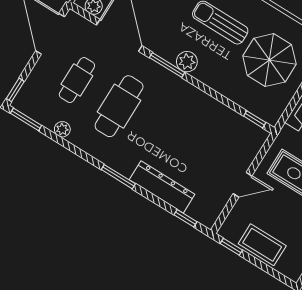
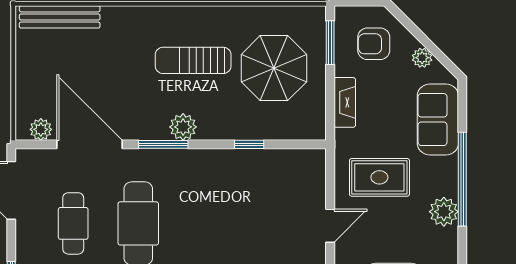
window: (255, 119) -> (249, 144), moved

